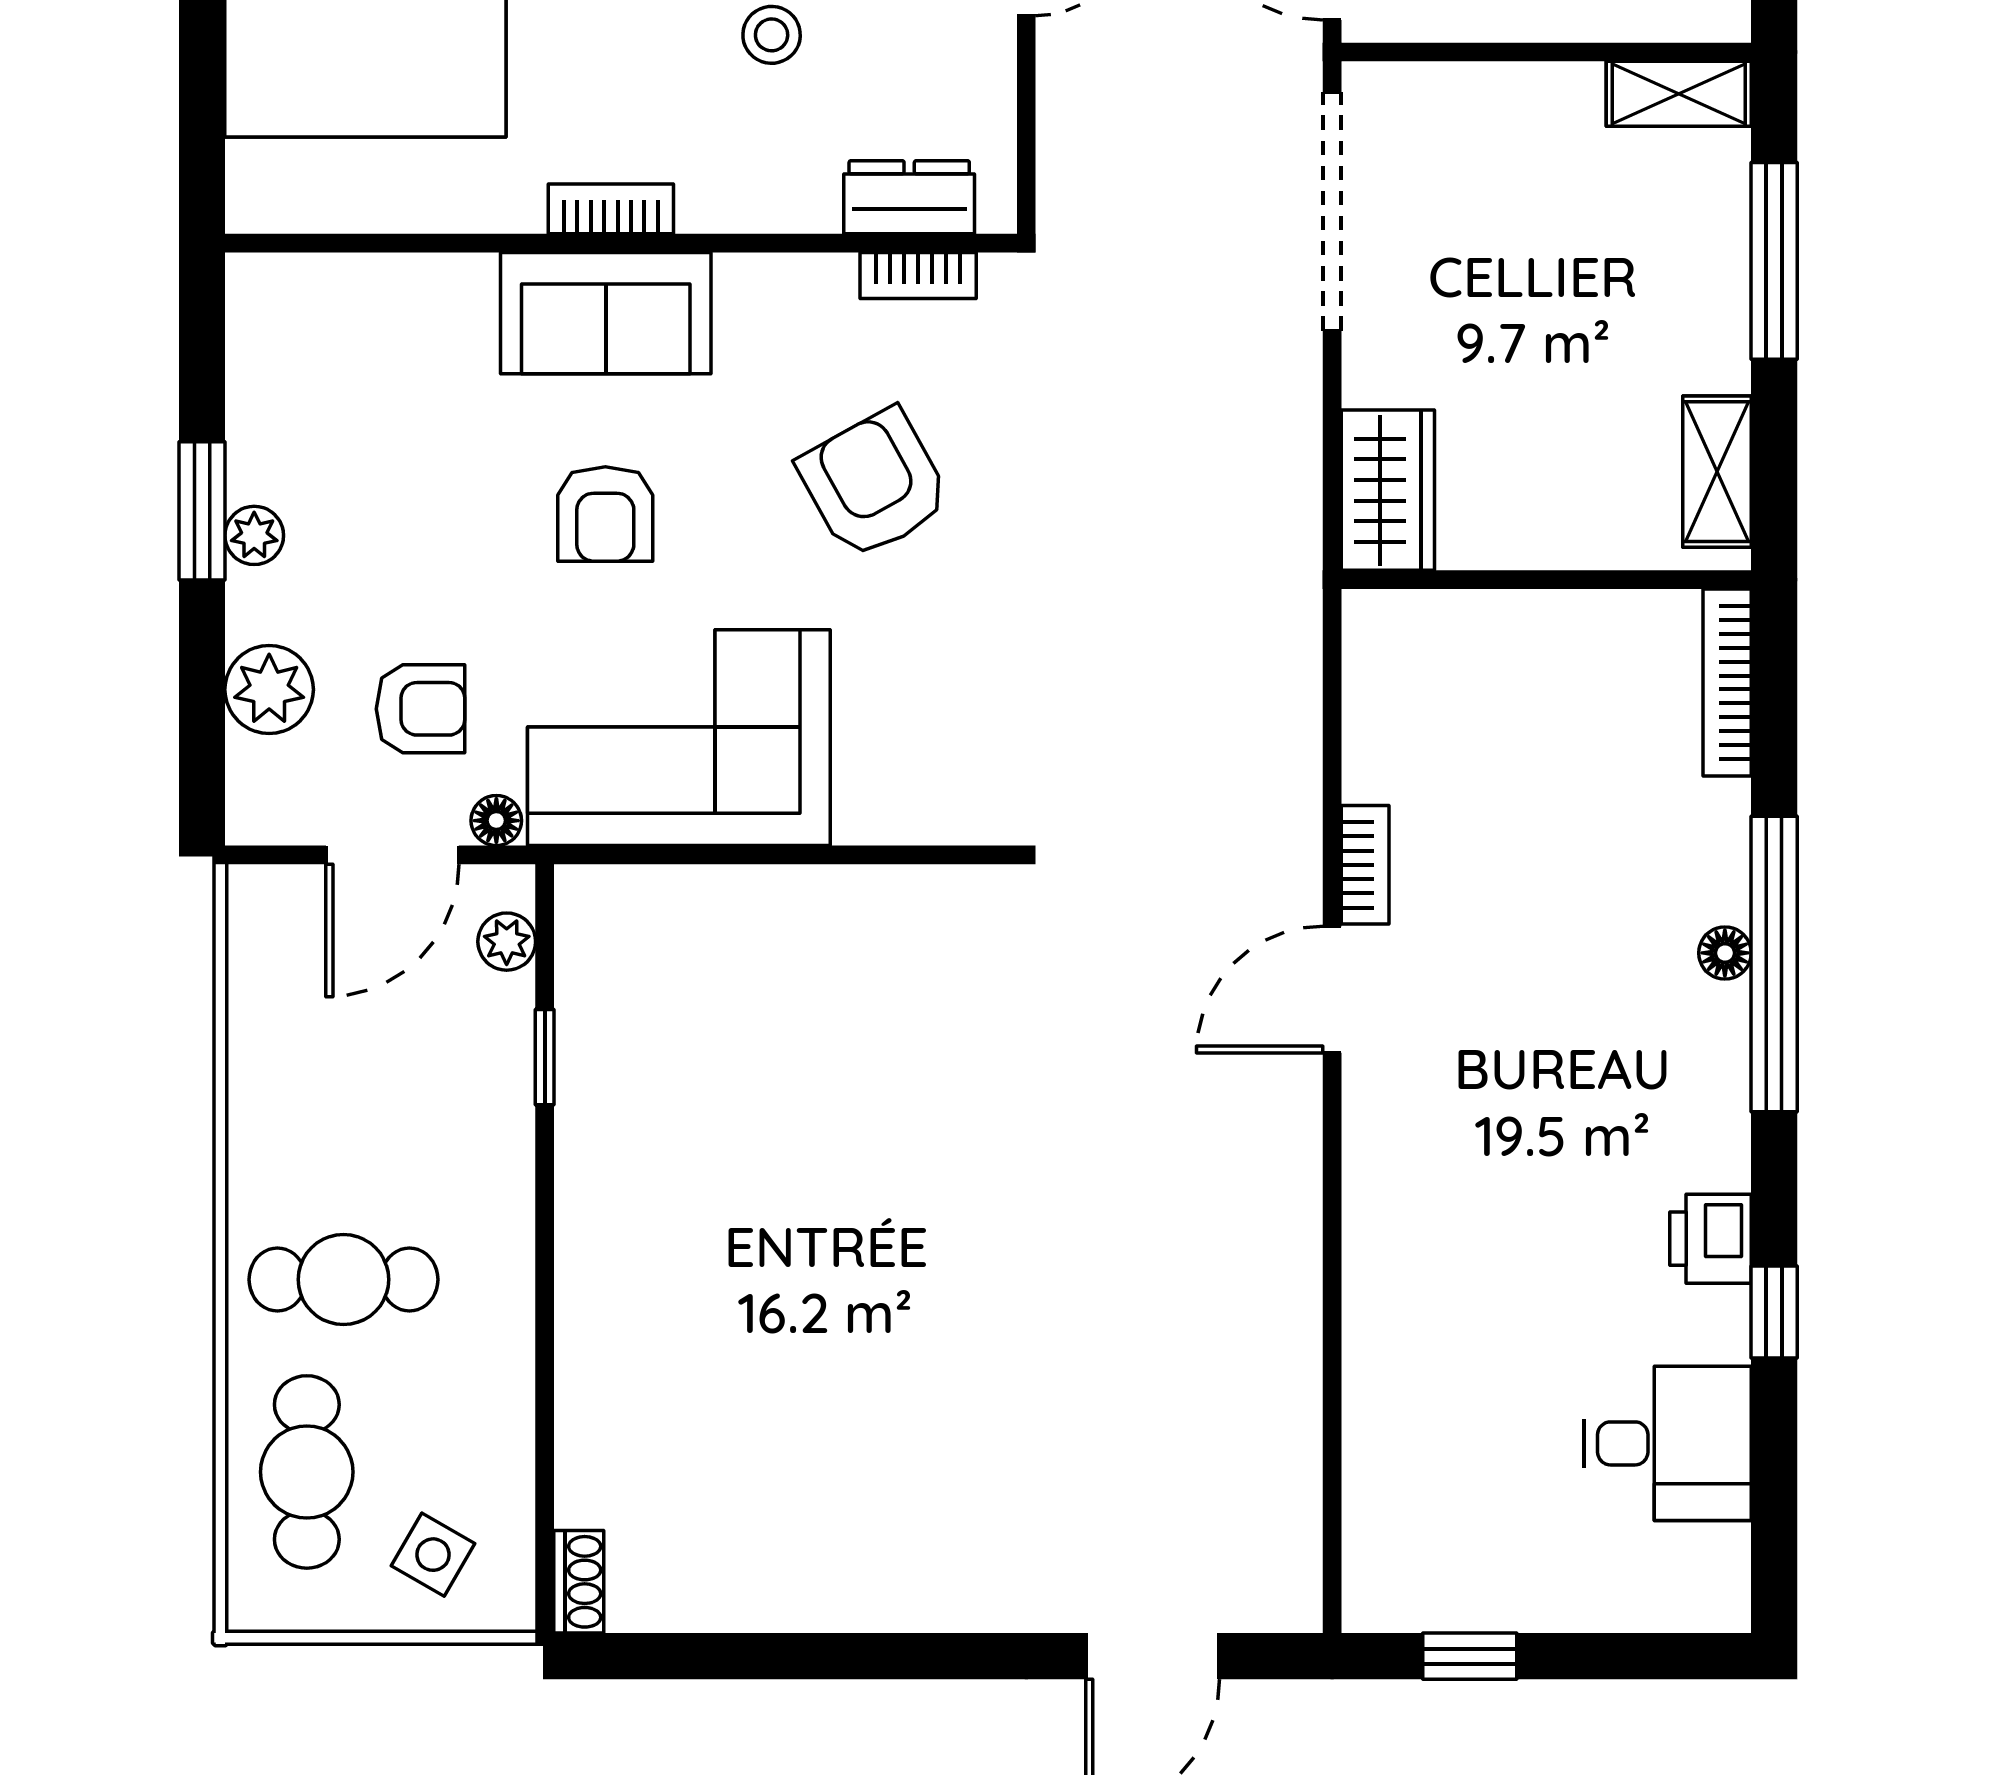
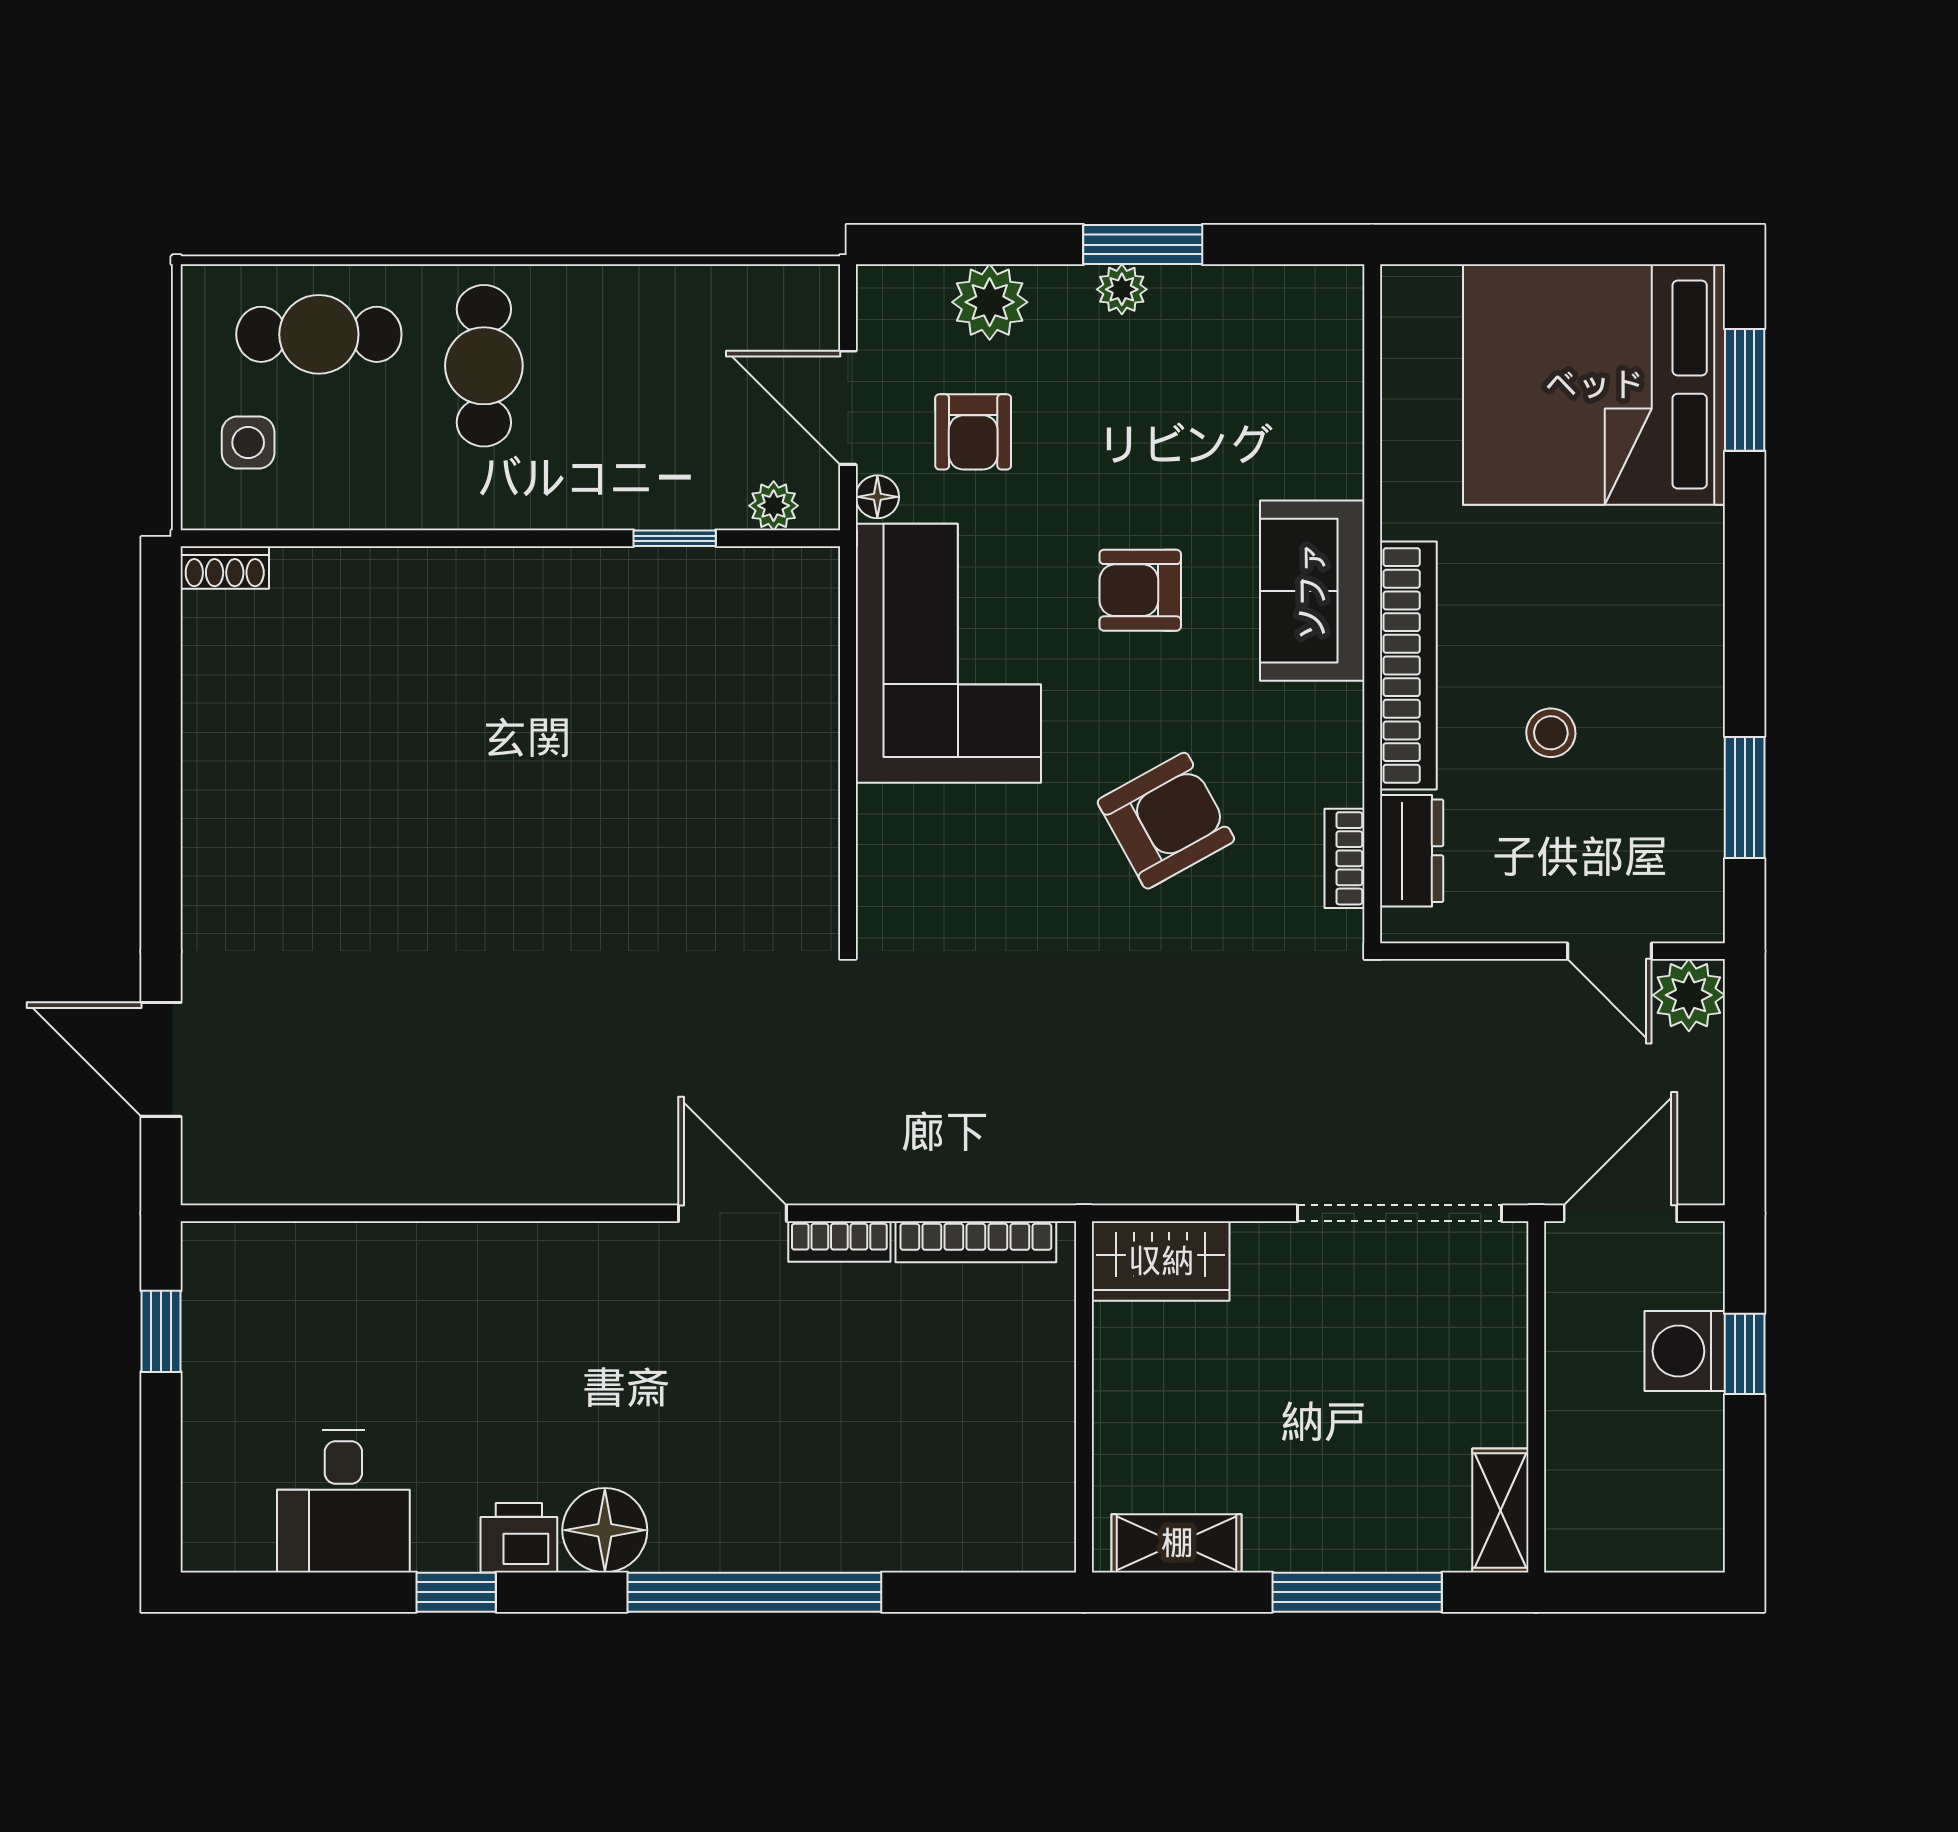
bookcase: (611, 209) -> (1408, 665), width x2.31, depth x1.31
bookcase: (1727, 682) -> (976, 1242), moved, turned 180
floor lamp: (1725, 953) -> (605, 1530), moved, width x1.89, depth x1.89
side table: (433, 1555) -> (248, 443), turned -30

